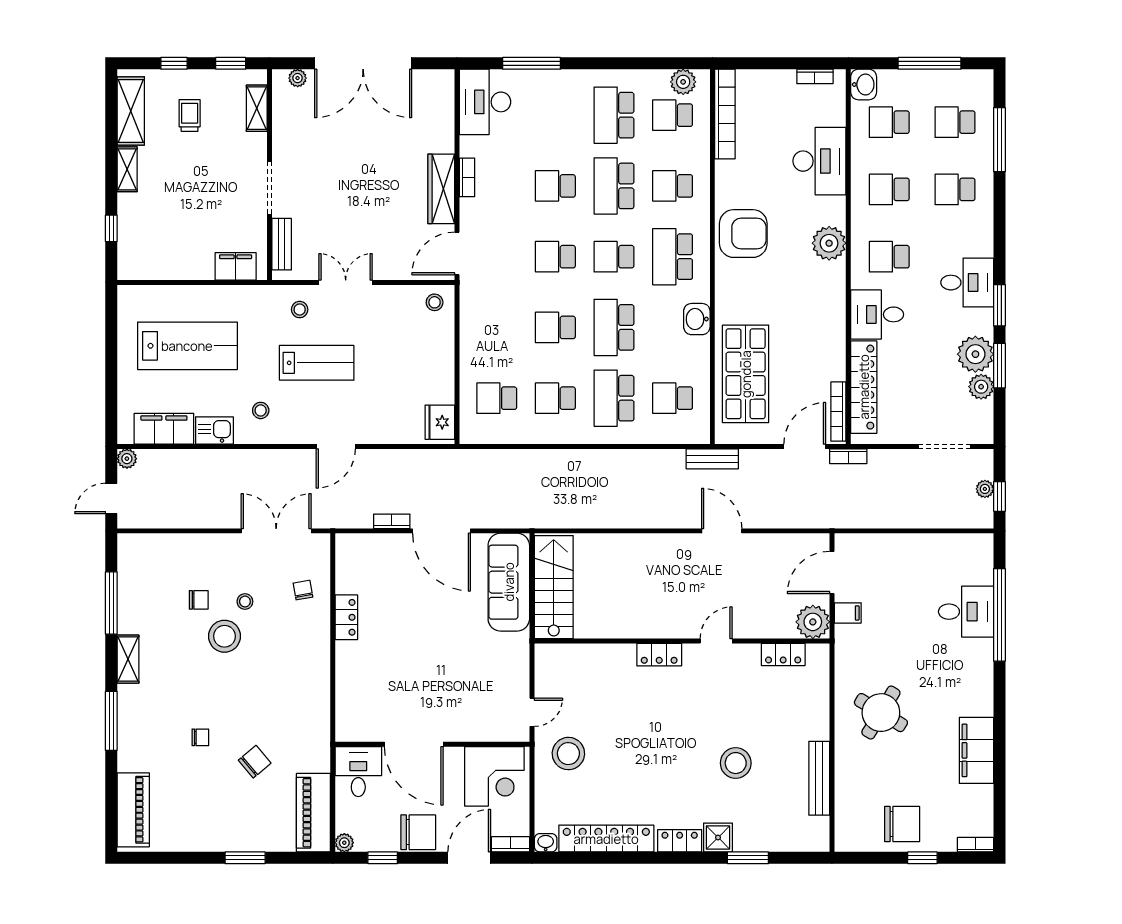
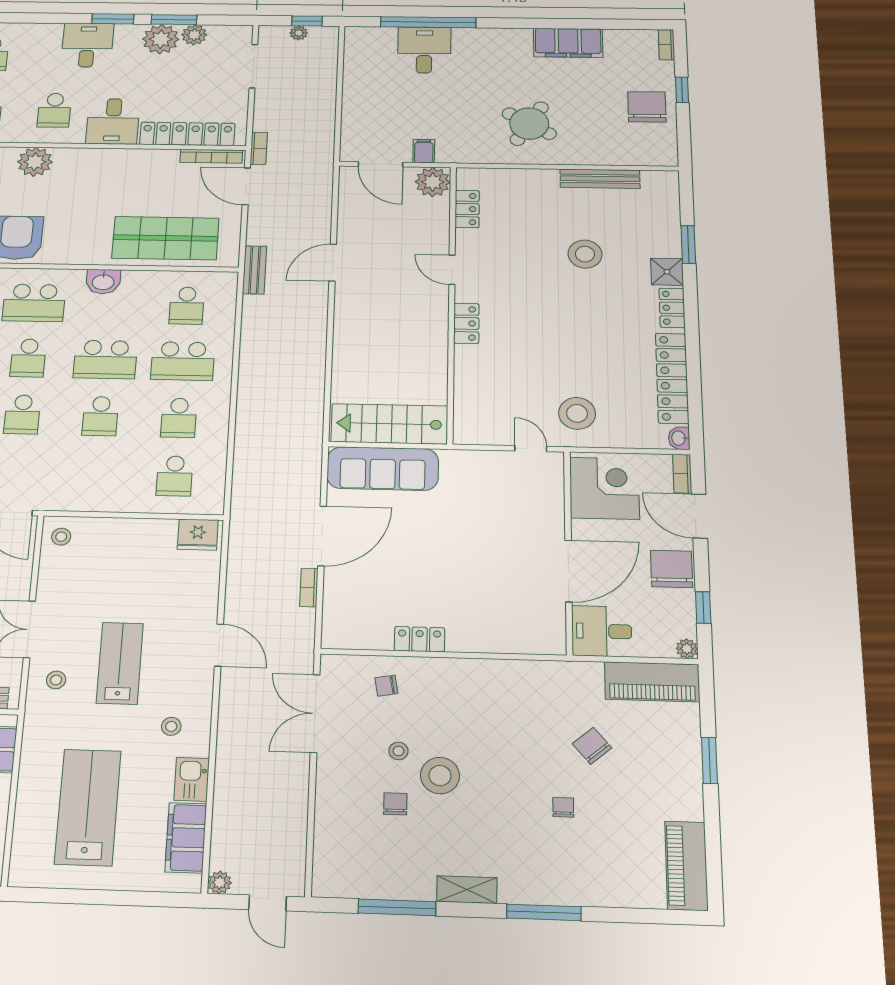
piano: (133, 810) -> (686, 866), moved, turned -90

